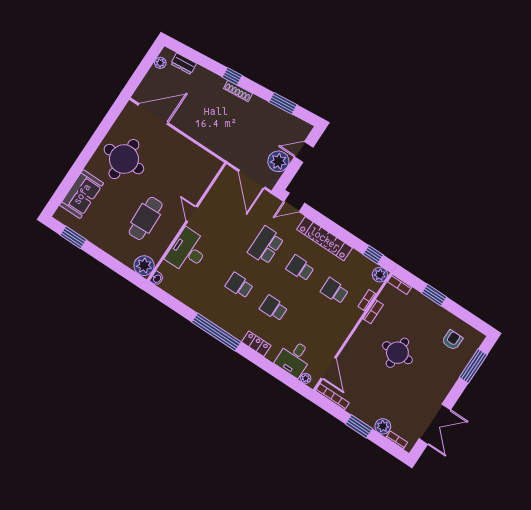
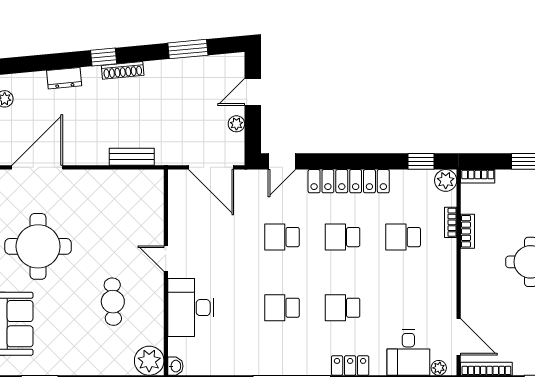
dresser: (184, 64) -> (64, 78), moved
bench: (211, 143) -> (132, 157), added
plant: (278, 161) -> (236, 124), width x0.53, depth x0.53
cafe table: (146, 218) -> (113, 302), width x0.73, depth x0.74
school desk: (266, 245) -> (282, 237), width x0.54

